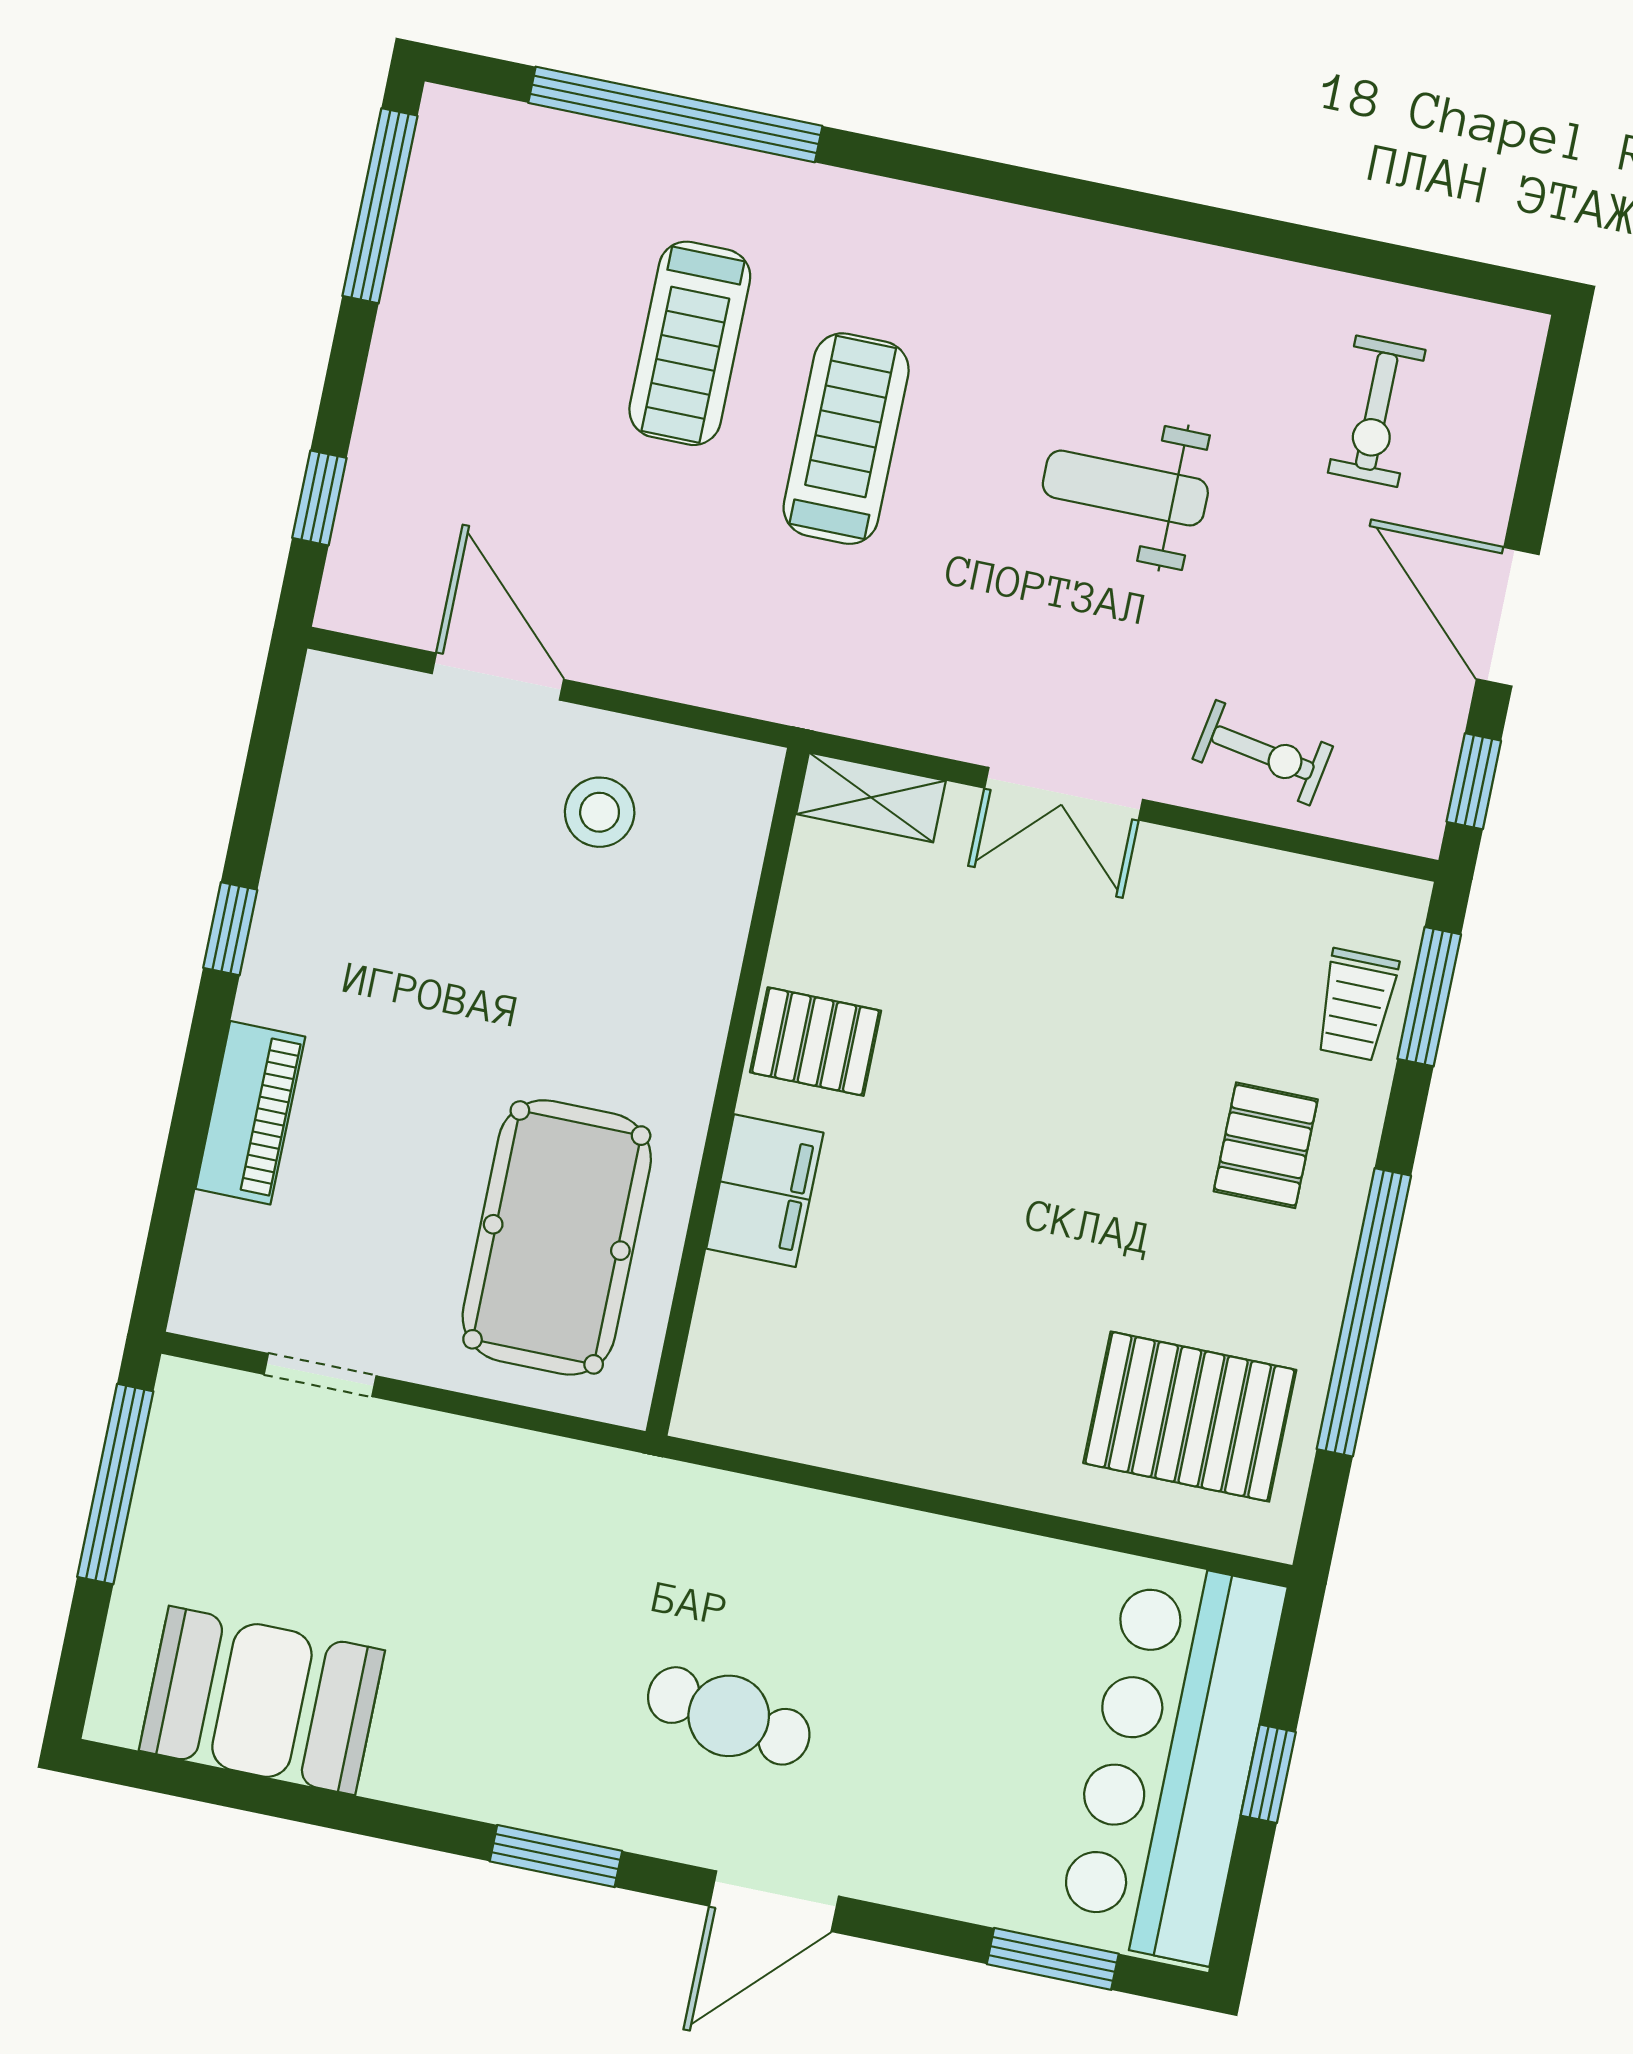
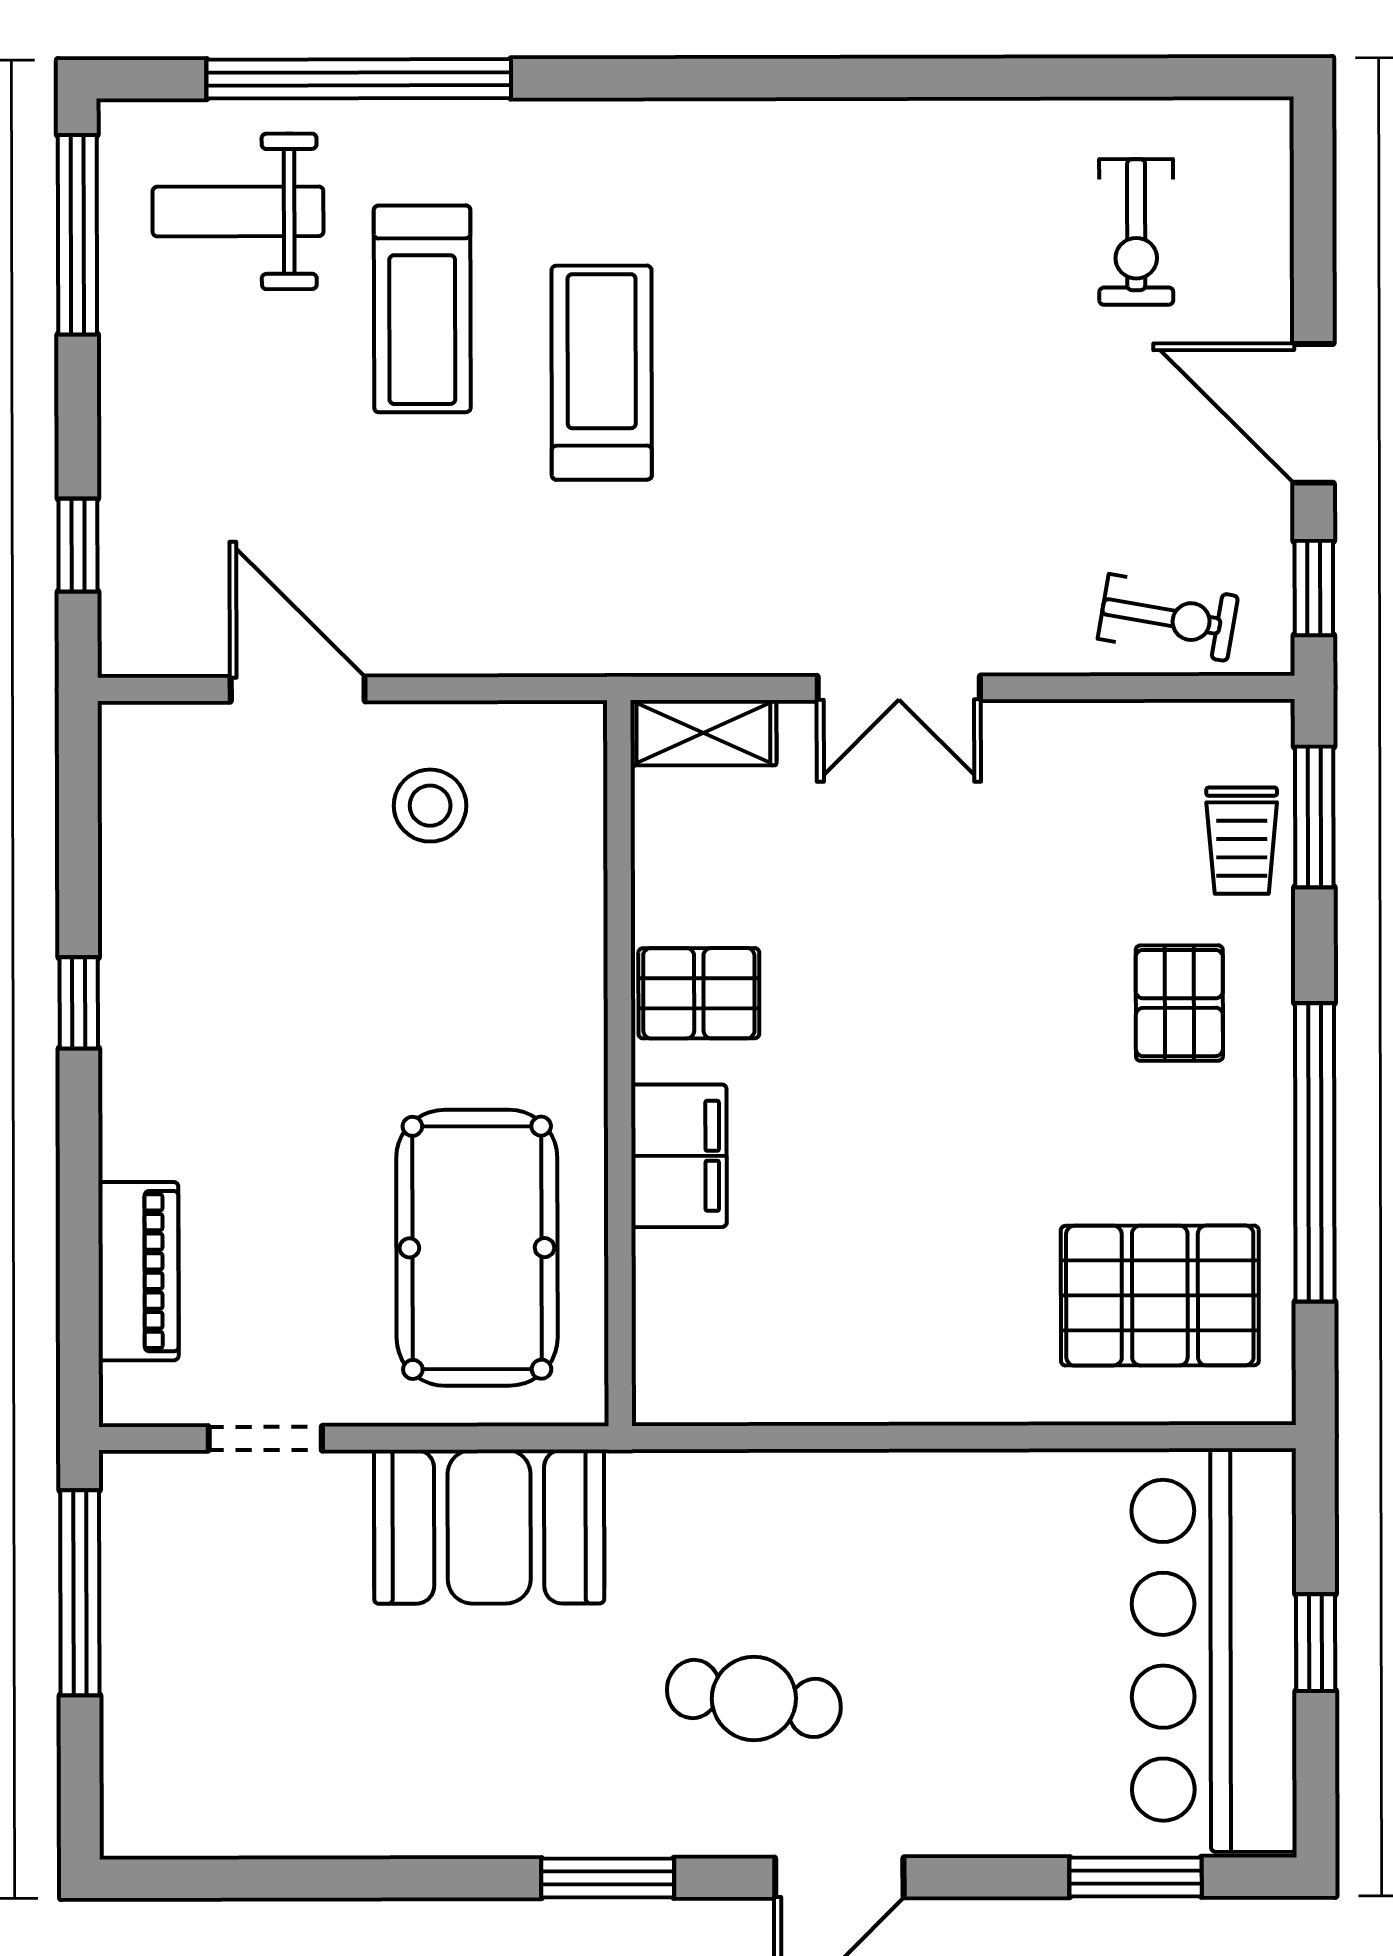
weight bench: (1125, 488) -> (238, 211), moved
exercise bike: (1263, 753) -> (1168, 618), moved
piano: (250, 1113) -> (138, 1271), moved
booth: (262, 1701) -> (489, 1527), moved

